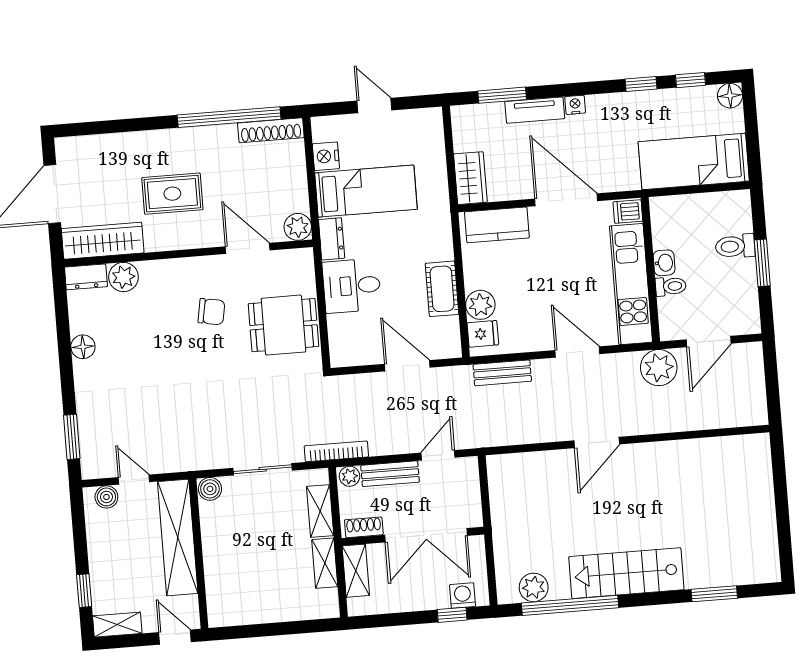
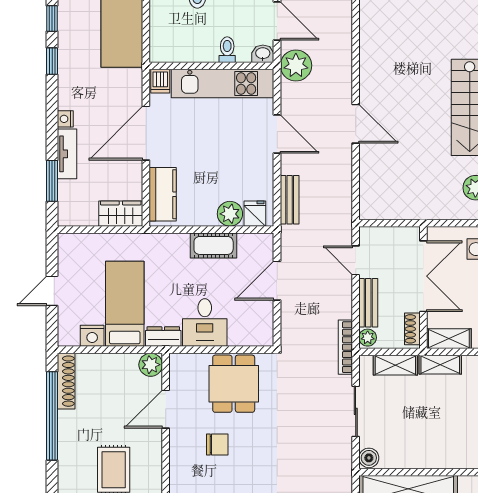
washbasin: (664, 263) -> (263, 54), moved
chair: (211, 312) -> (217, 444), turned 80
door: (577, 352) -> (277, 134), swing flipped

